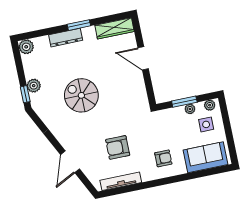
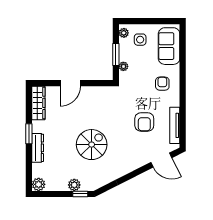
spiral stairs: (81, 95) -> (92, 145), turned 180
plant: (190, 109) -> (123, 66), moved
door: (70, 162) -> (161, 160), moved

